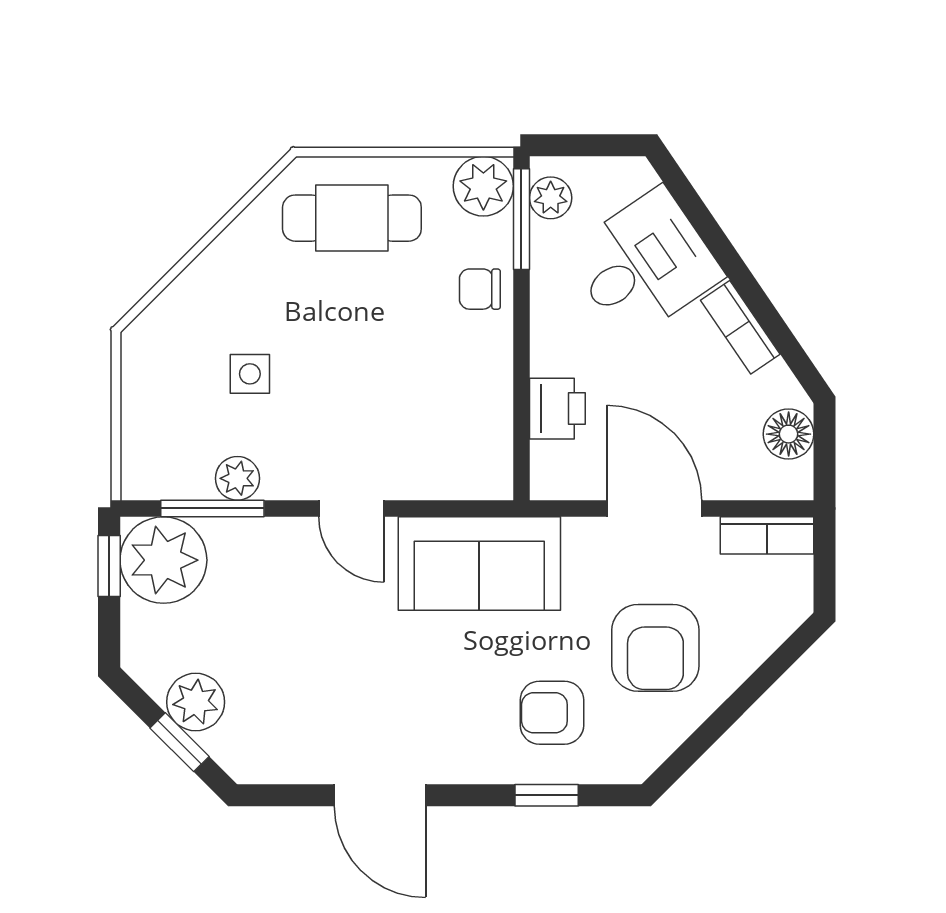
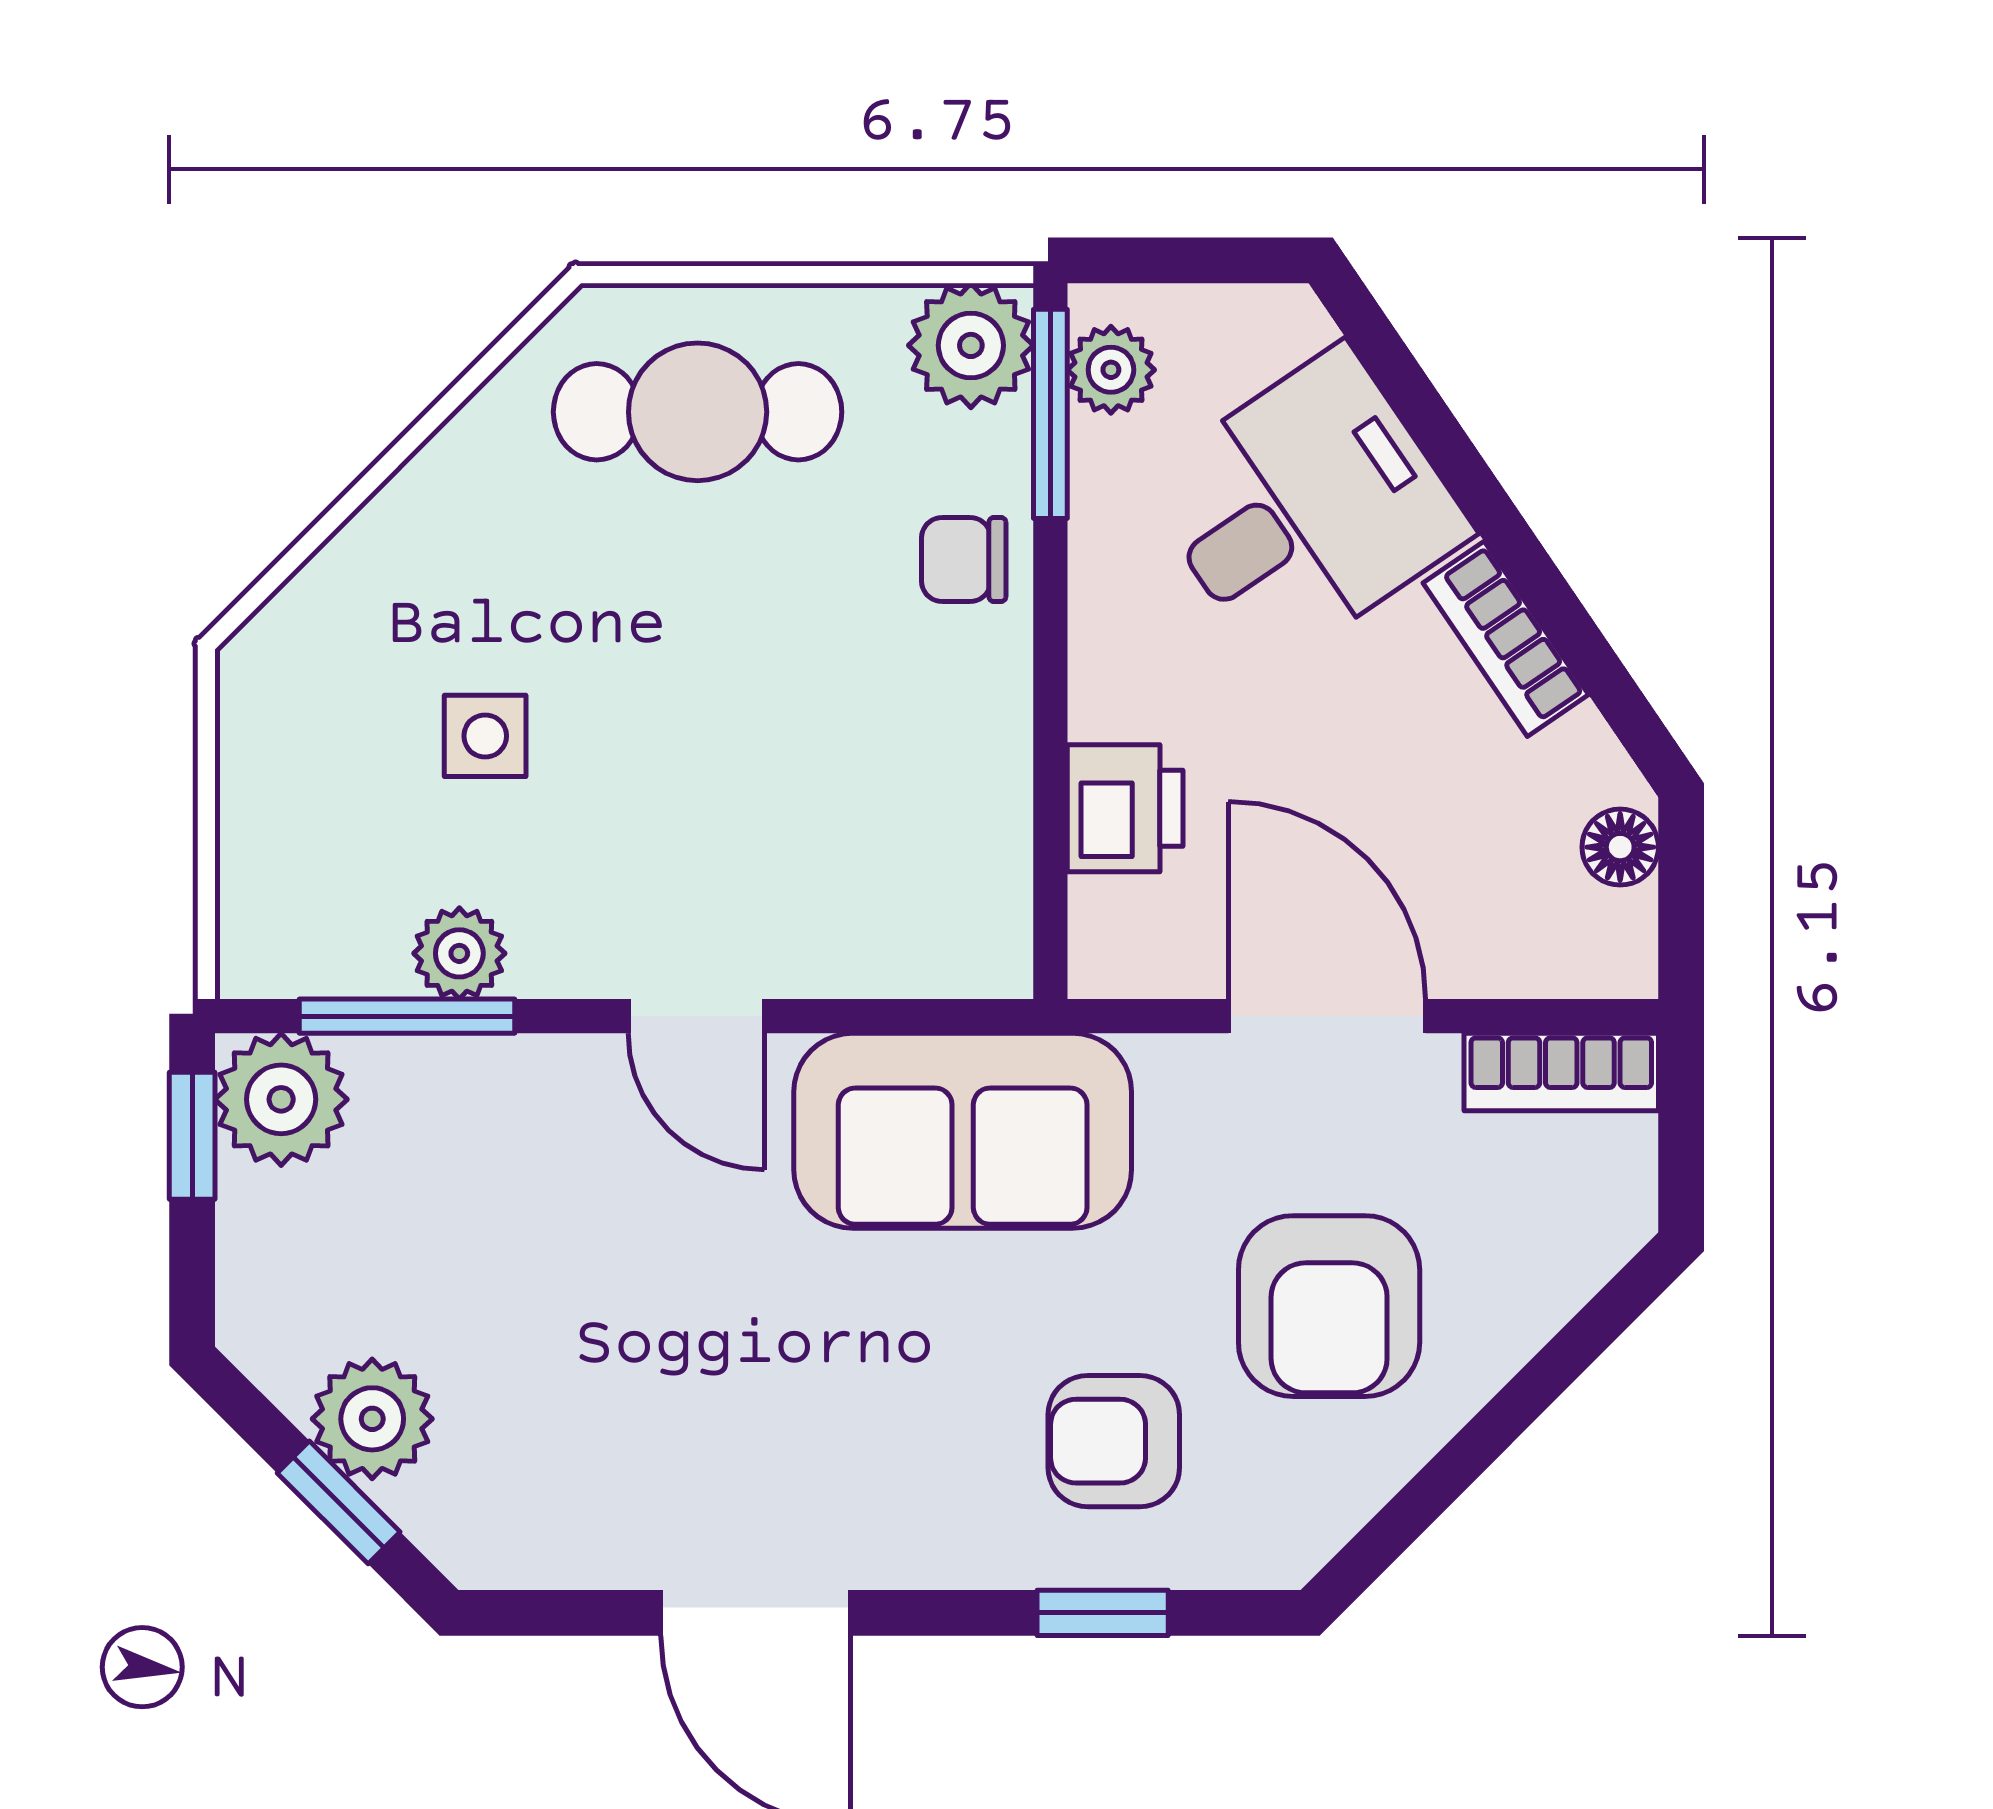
floor lamp: (789, 434) -> (1620, 847), width x0.73, depth x0.73
plant: (163, 560) -> (281, 1099), width x0.73, depth x0.73

